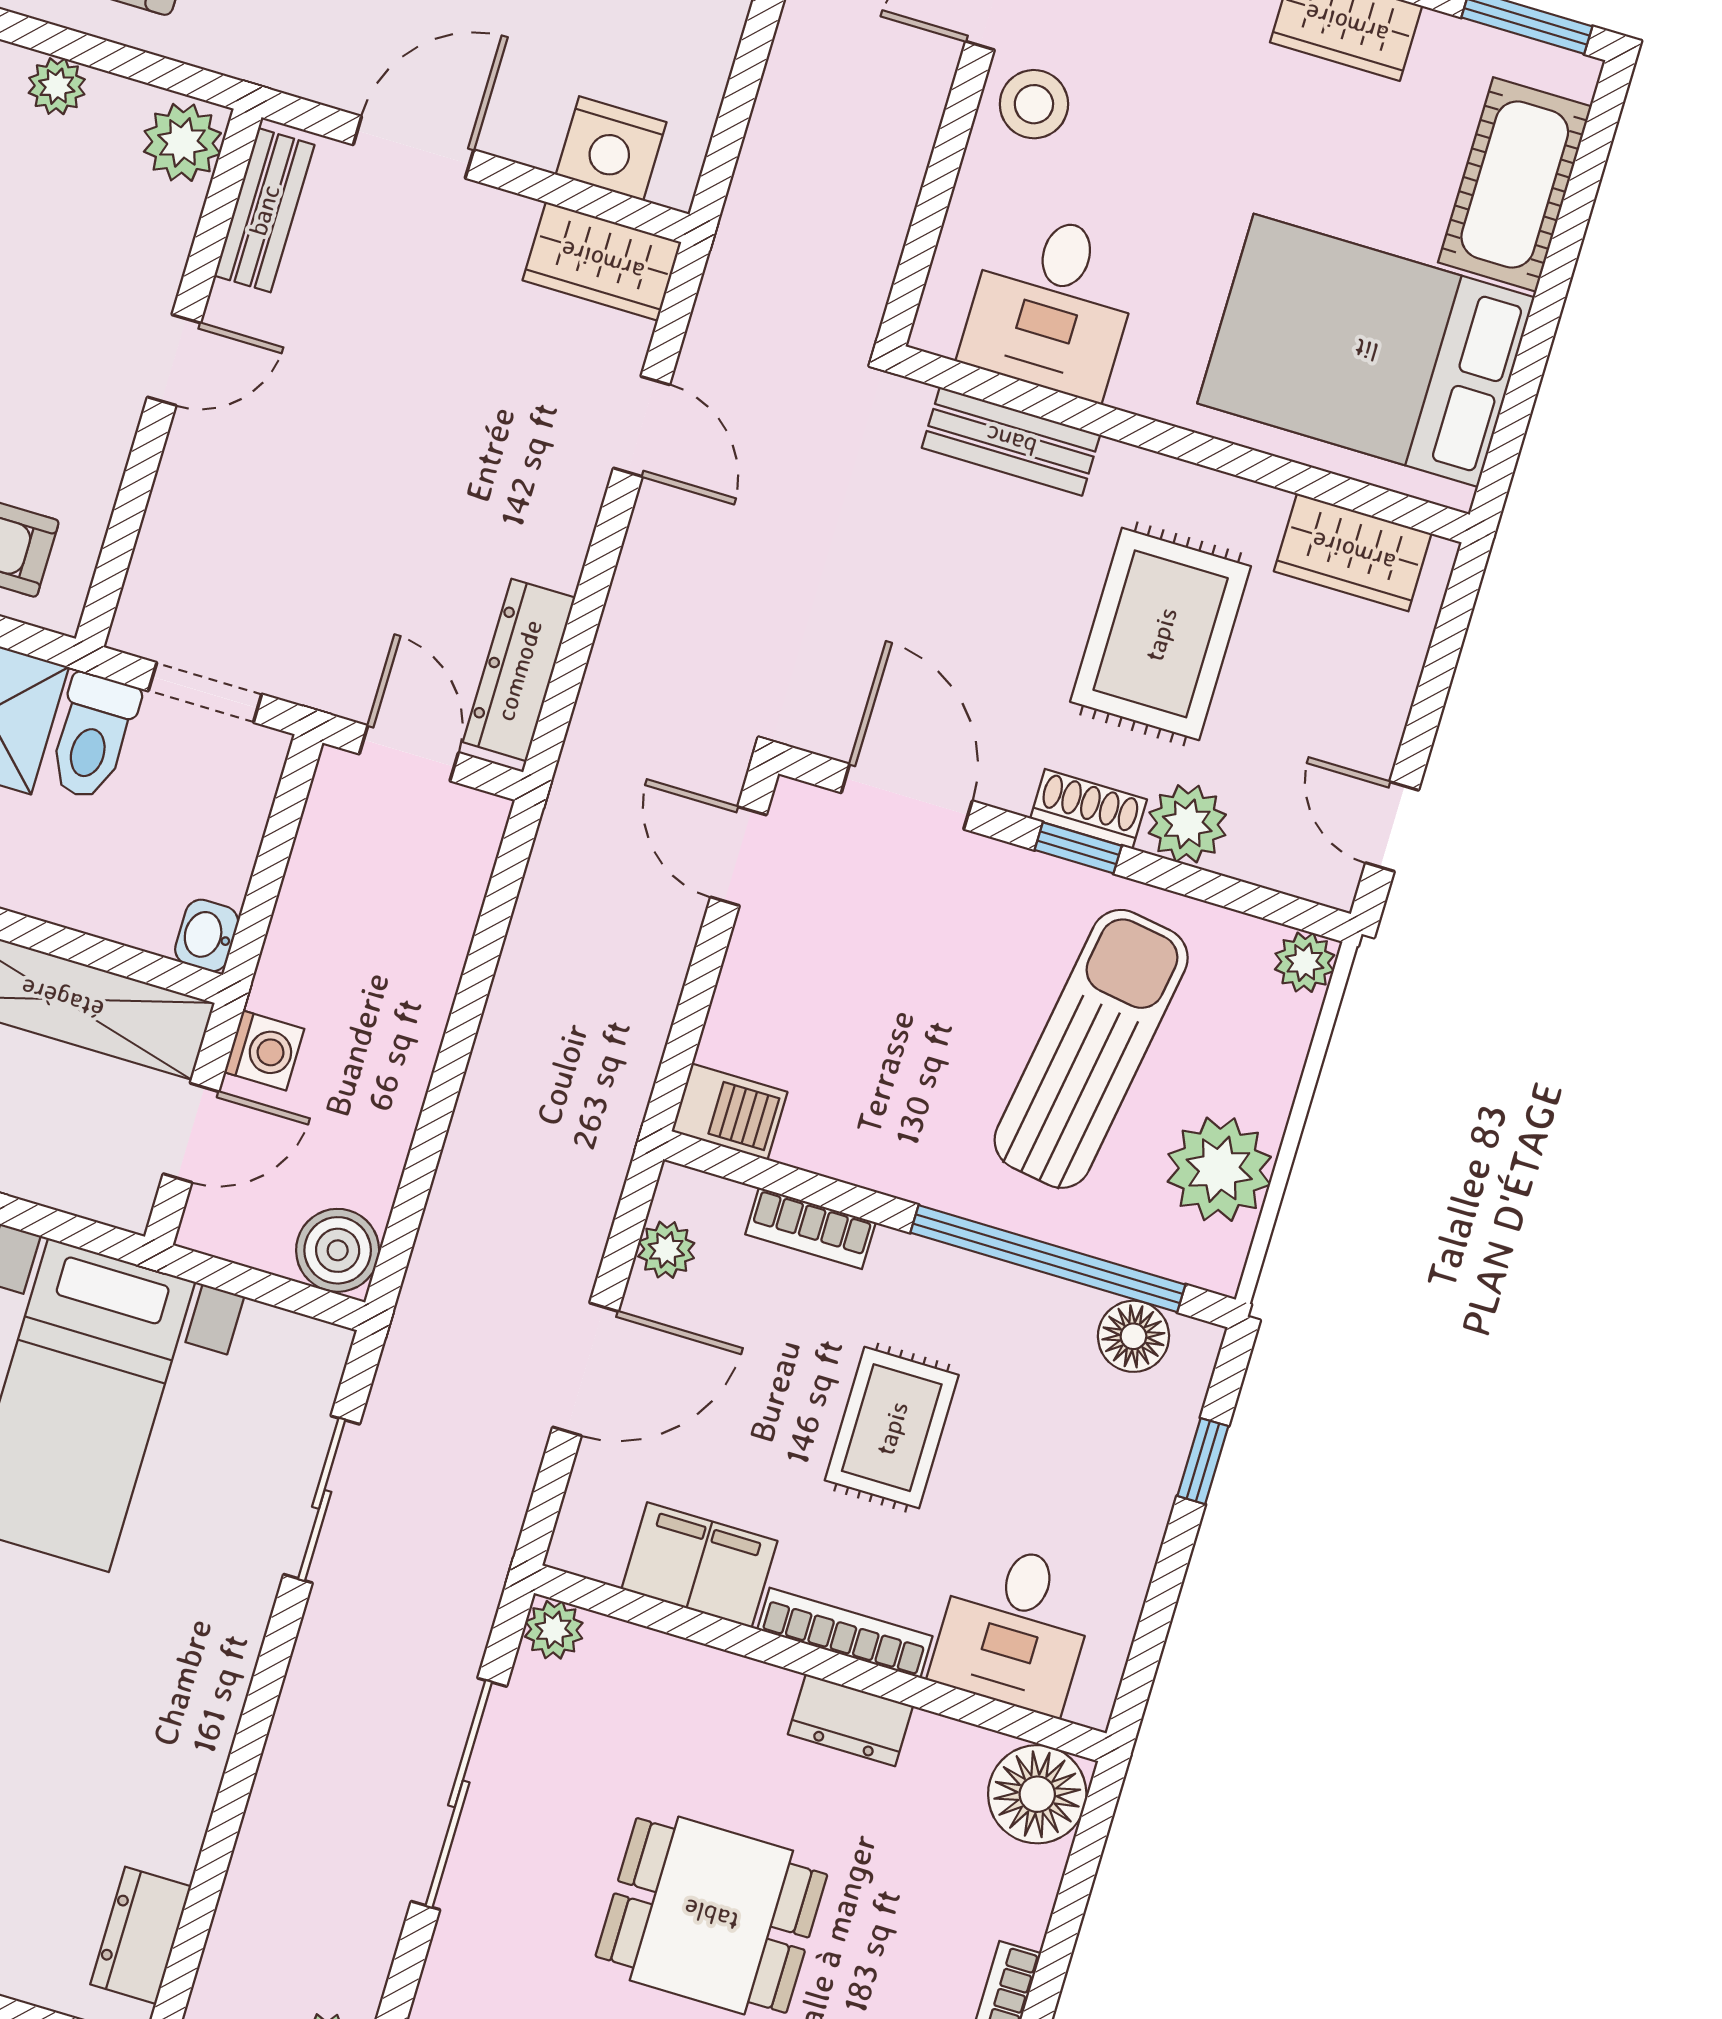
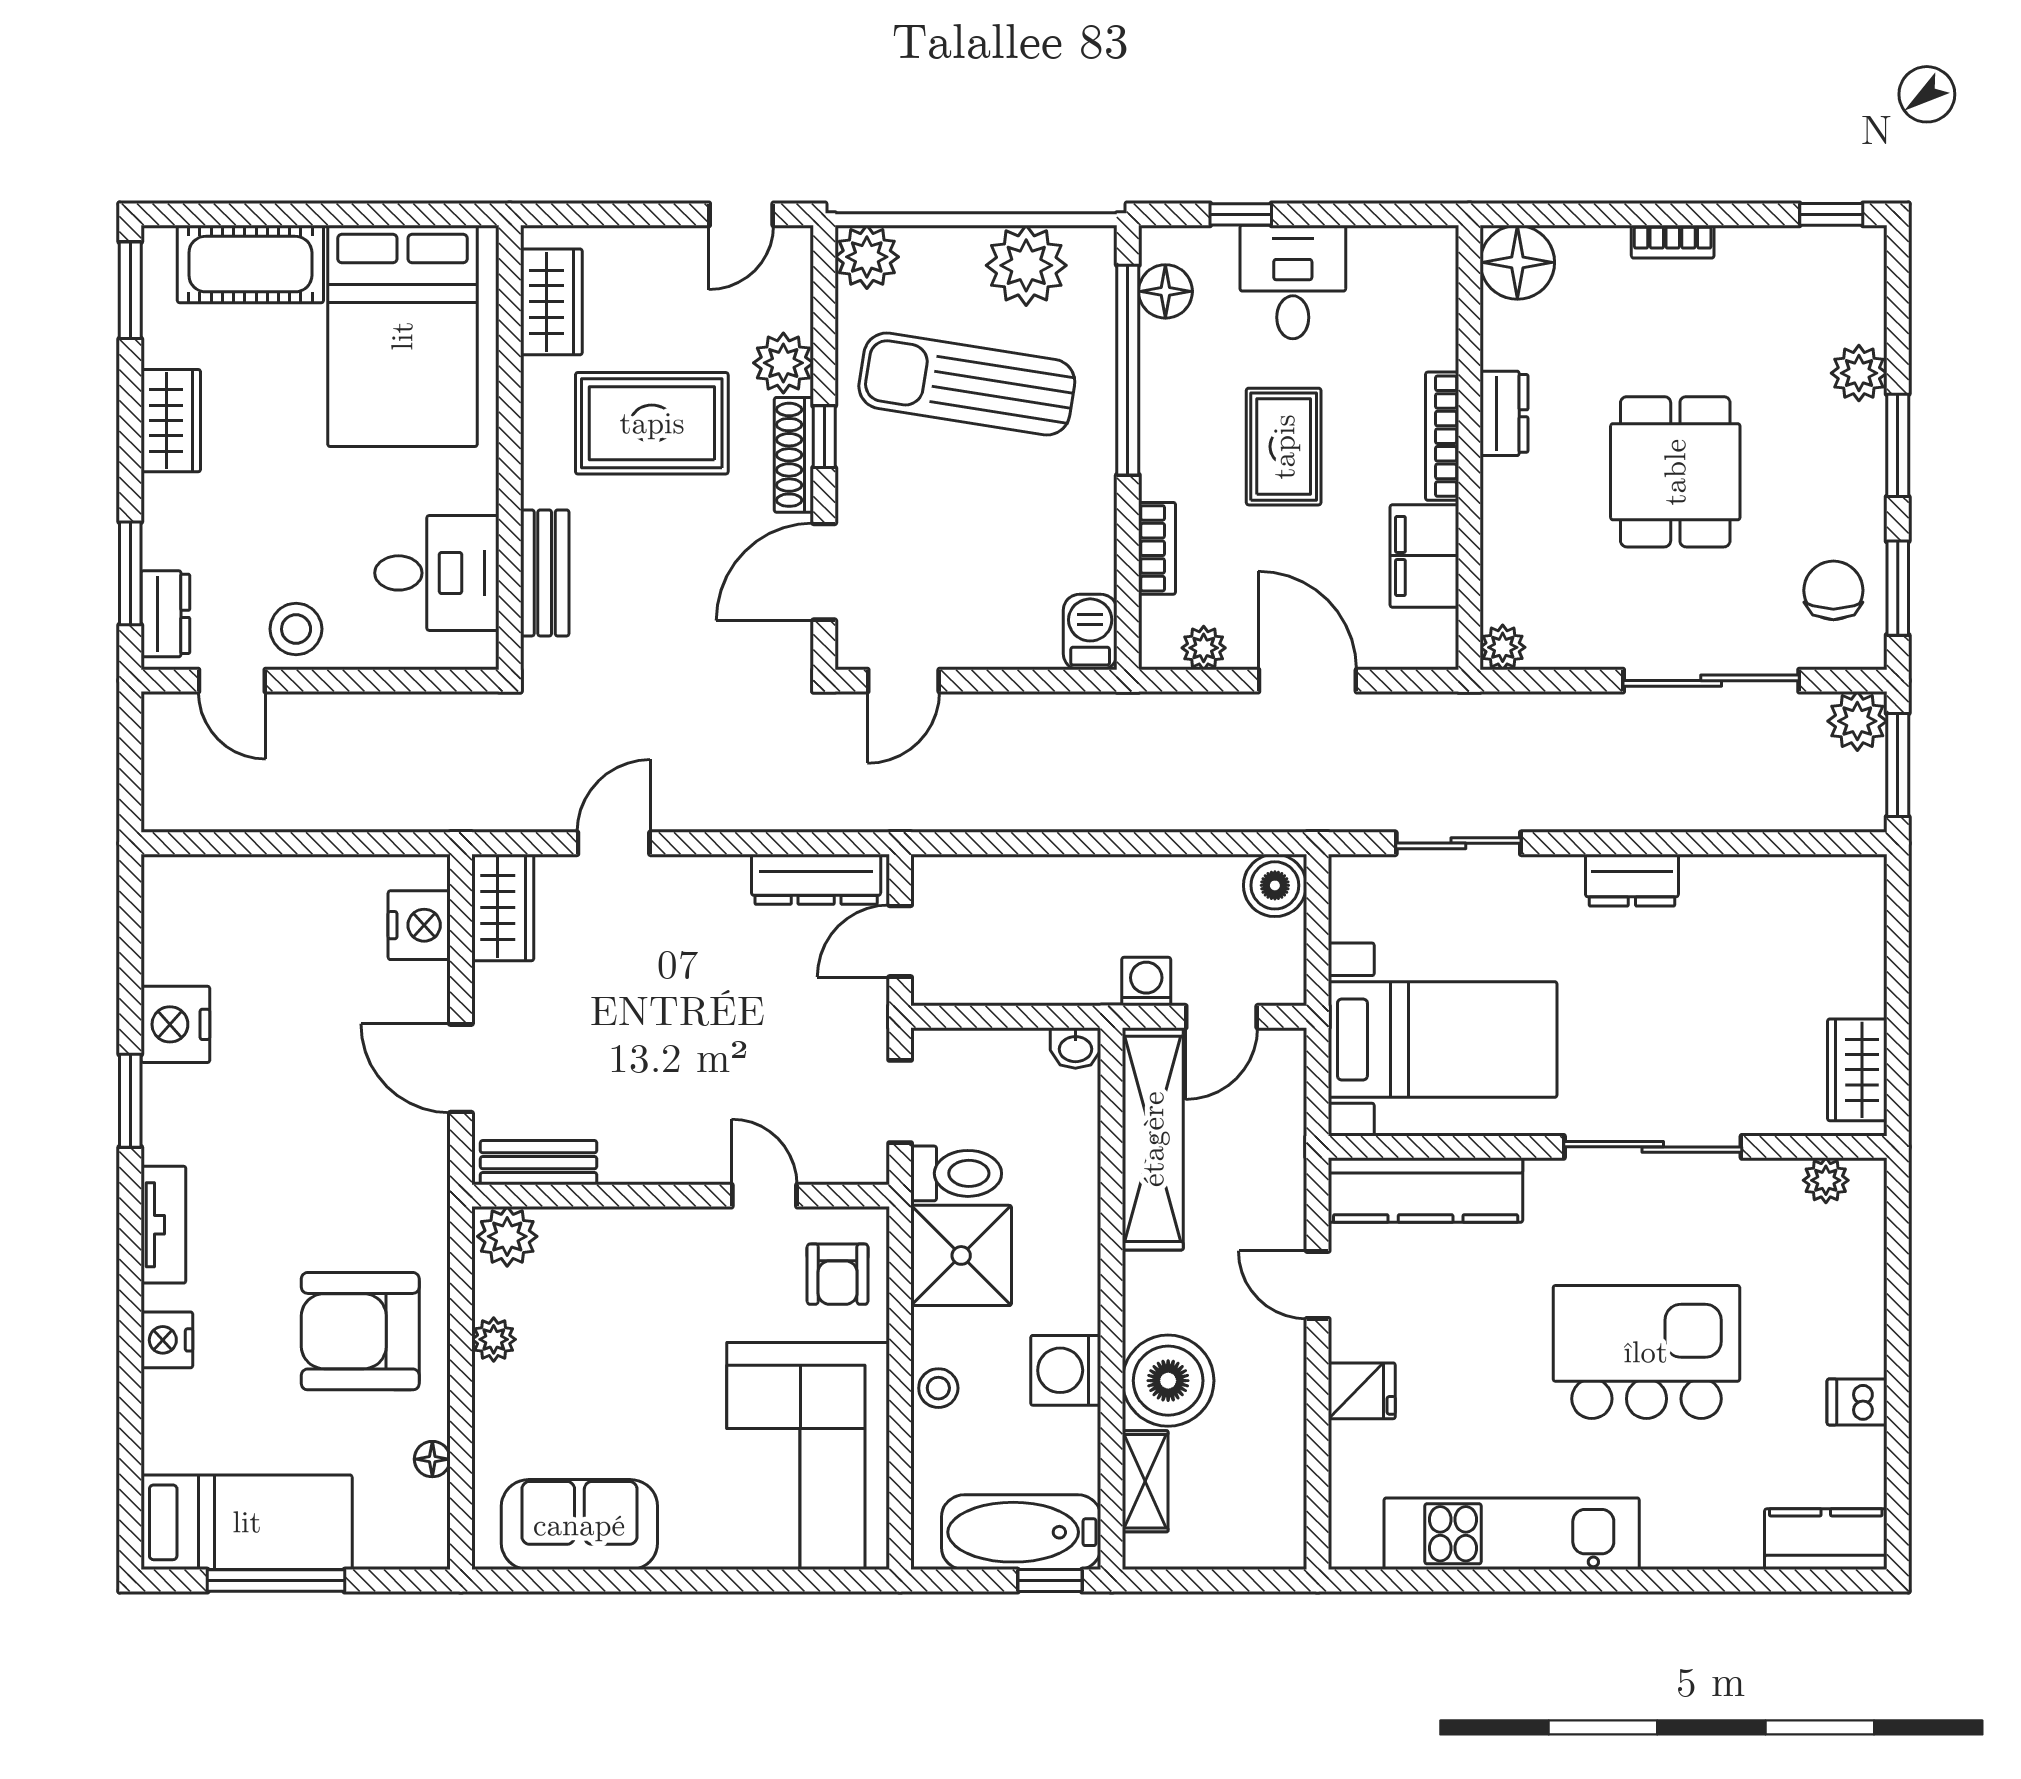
door: (174, 360) -> (764, 1196), moved
shoe rack: (1089, 809) -> (794, 455), width x1.43
plant: (1305, 962) -> (867, 257), width x1.38, depth x1.38
door: (191, 1133) -> (1221, 1017), swing flipped
rug: (892, 1428) -> (1284, 447), turned 90
desk: (1014, 1627) -> (1293, 282), moved, turned -90
sliding door: (459, 1794) -> (1711, 681), moved
dresser: (141, 1935) -> (1632, 880), moved

